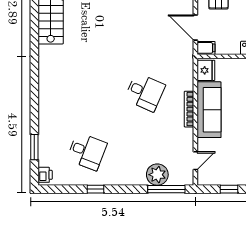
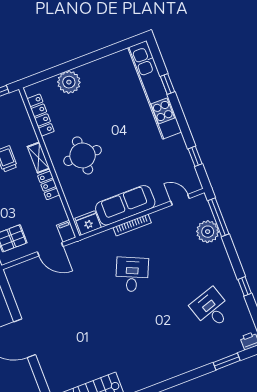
door: (195, 27) -> (50, 249), hinge flipped
desk: (87, 151) -> (211, 309), turned -39

